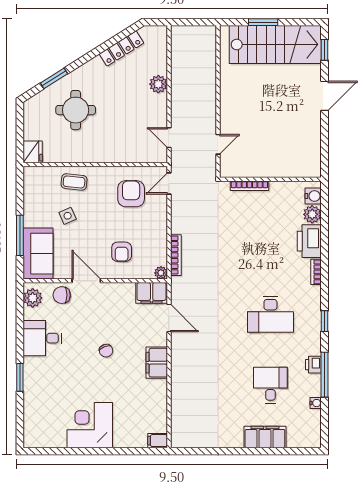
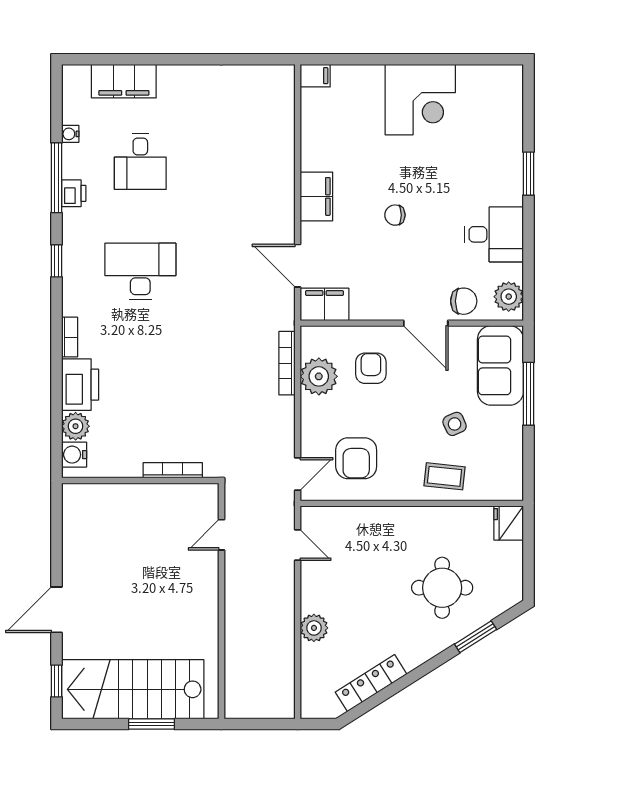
plant: (161, 273) -> (319, 376), moved, width x1.88, depth x1.88
chair: (106, 351) -> (395, 215), turned -68
filing cabinet: (265, 437) -> (124, 81), moved

